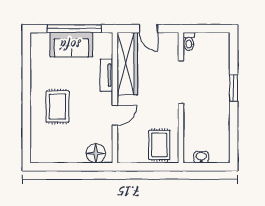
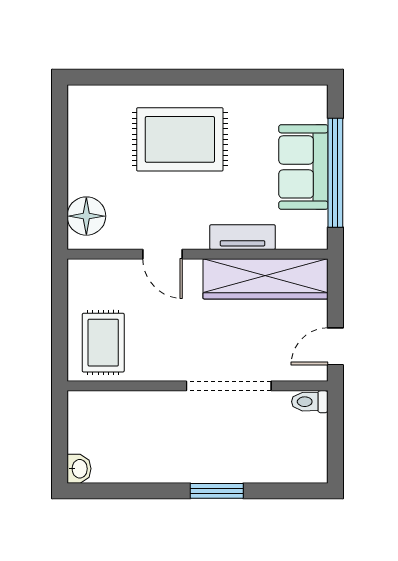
door: (149, 29) -> (335, 346), moved
rug: (57, 107) -> (180, 139), width x1.36, depth x1.43
rug: (159, 145) -> (103, 343), turned 90
washbasin: (201, 157) -> (79, 469), moved

